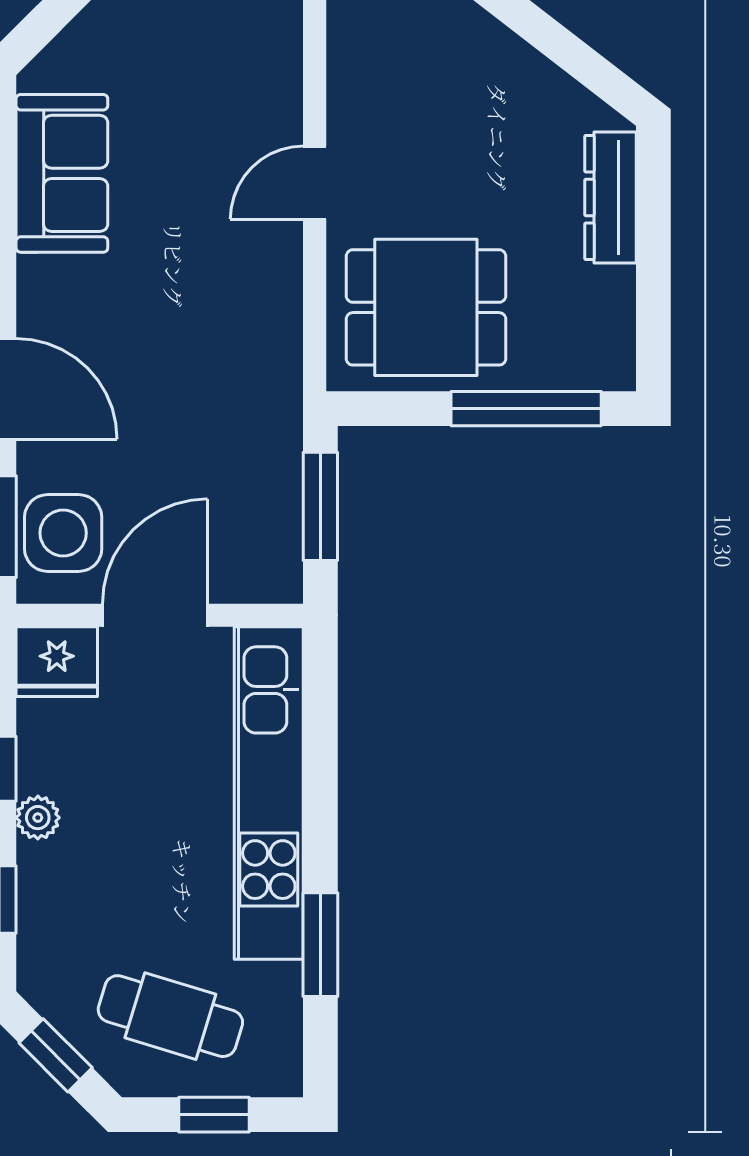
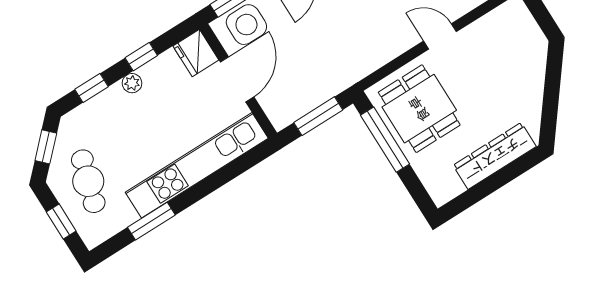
dresser: (610, 197) -> (495, 156), width x1.37, depth x1.24
window: (526, 409) -> (385, 140), moved
door: (155, 615) -> (237, 79), hinge flipped

